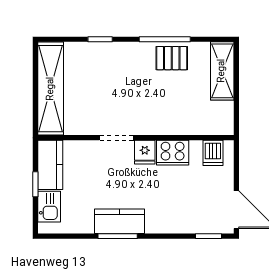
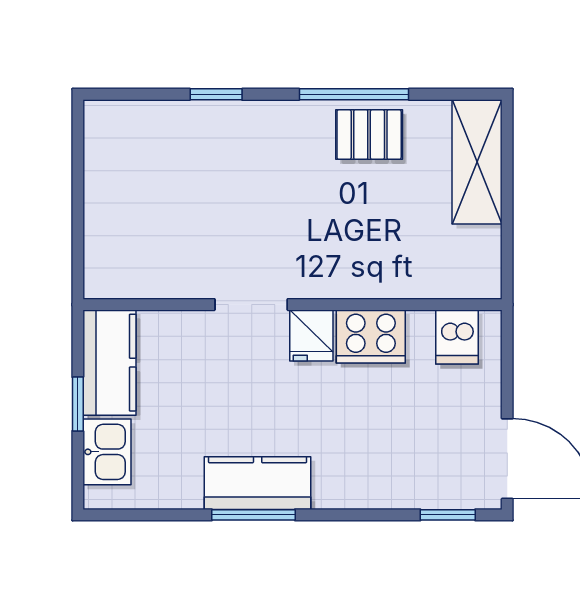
shelving: (51, 89) -> (110, 200), removed

